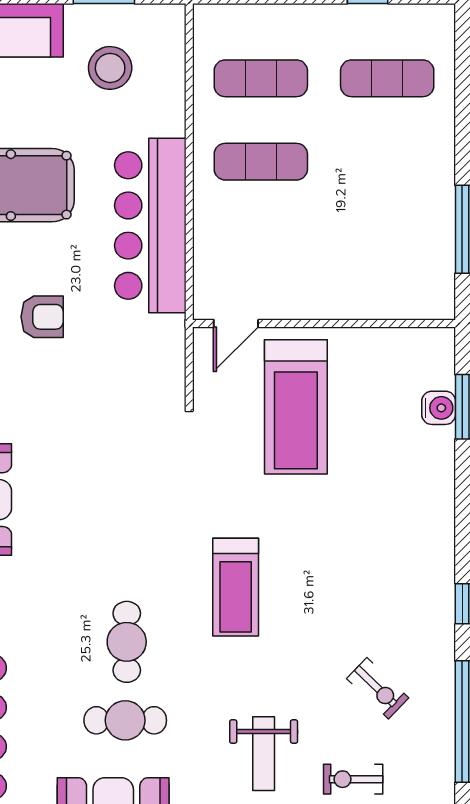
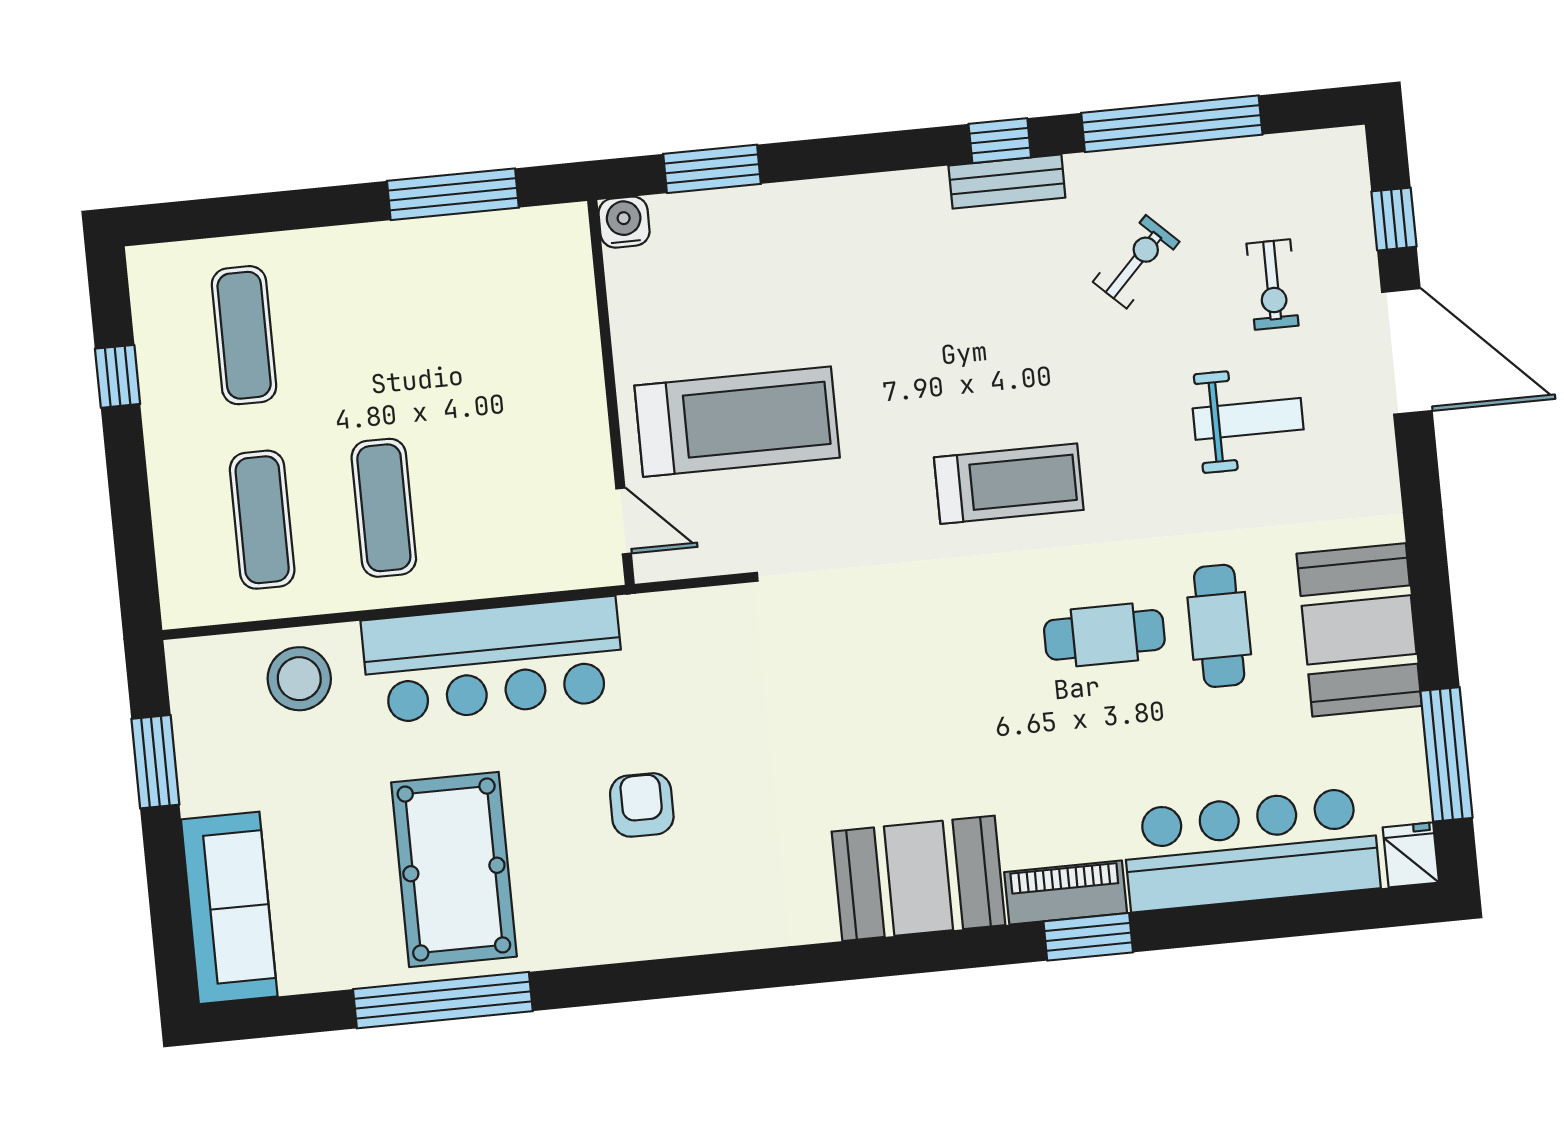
stool: (110, 68) -> (299, 679), moved
water cooler: (439, 408) -> (624, 222), moved
bench: (441, 606) -> (1007, 182), added

